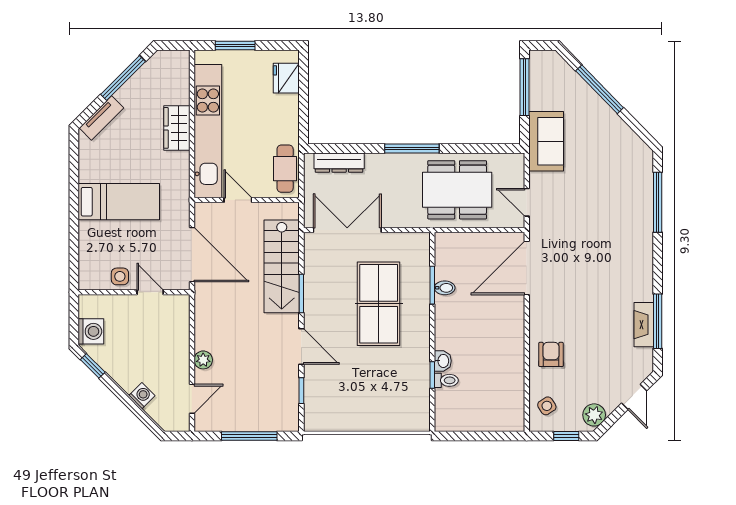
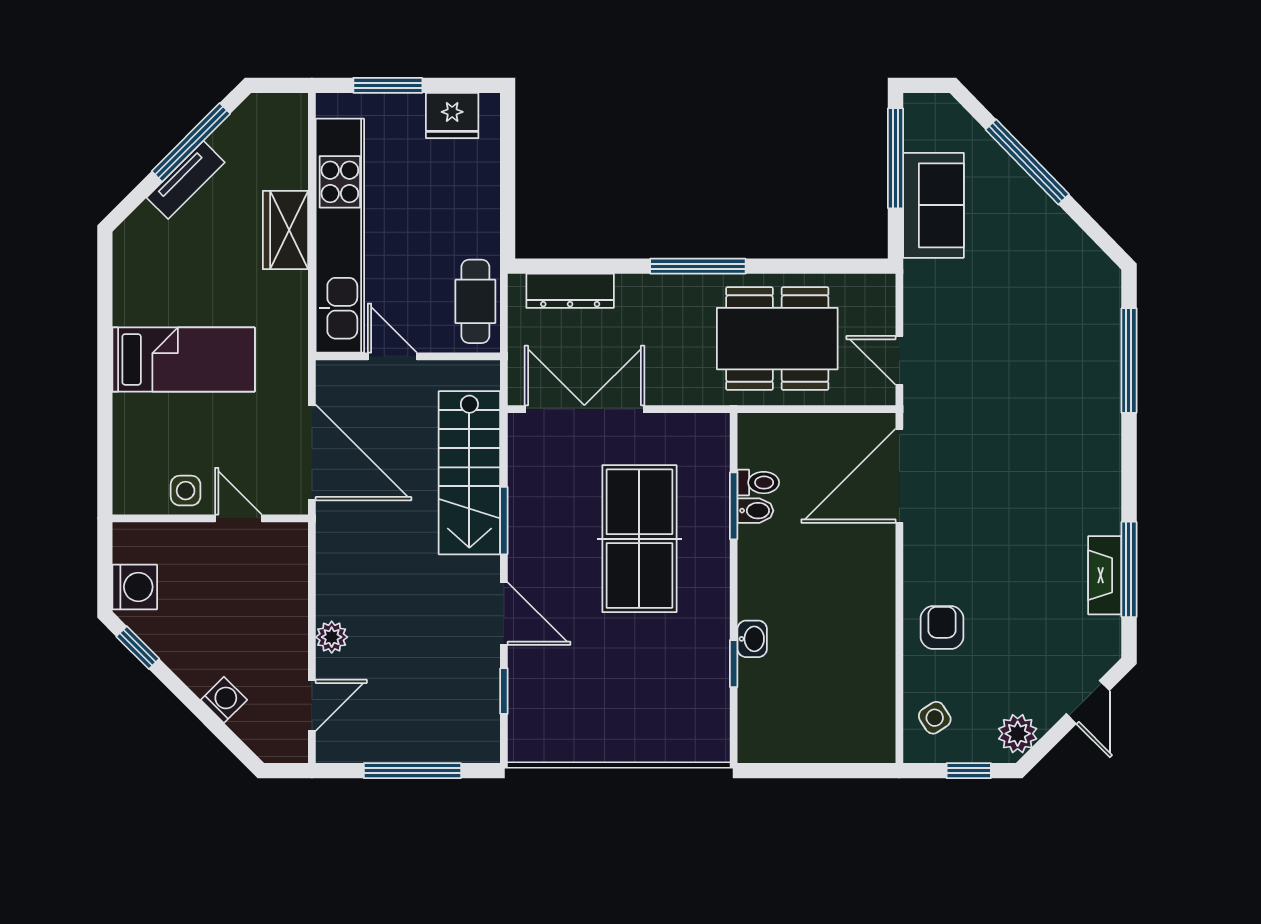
fridge: (286, 78) -> (452, 116), moved, turned -90
tv unit: (101, 118) -> (186, 180), moved
sofa: (546, 141) -> (933, 205), moved
toilet: (446, 380) -> (758, 483), moved

